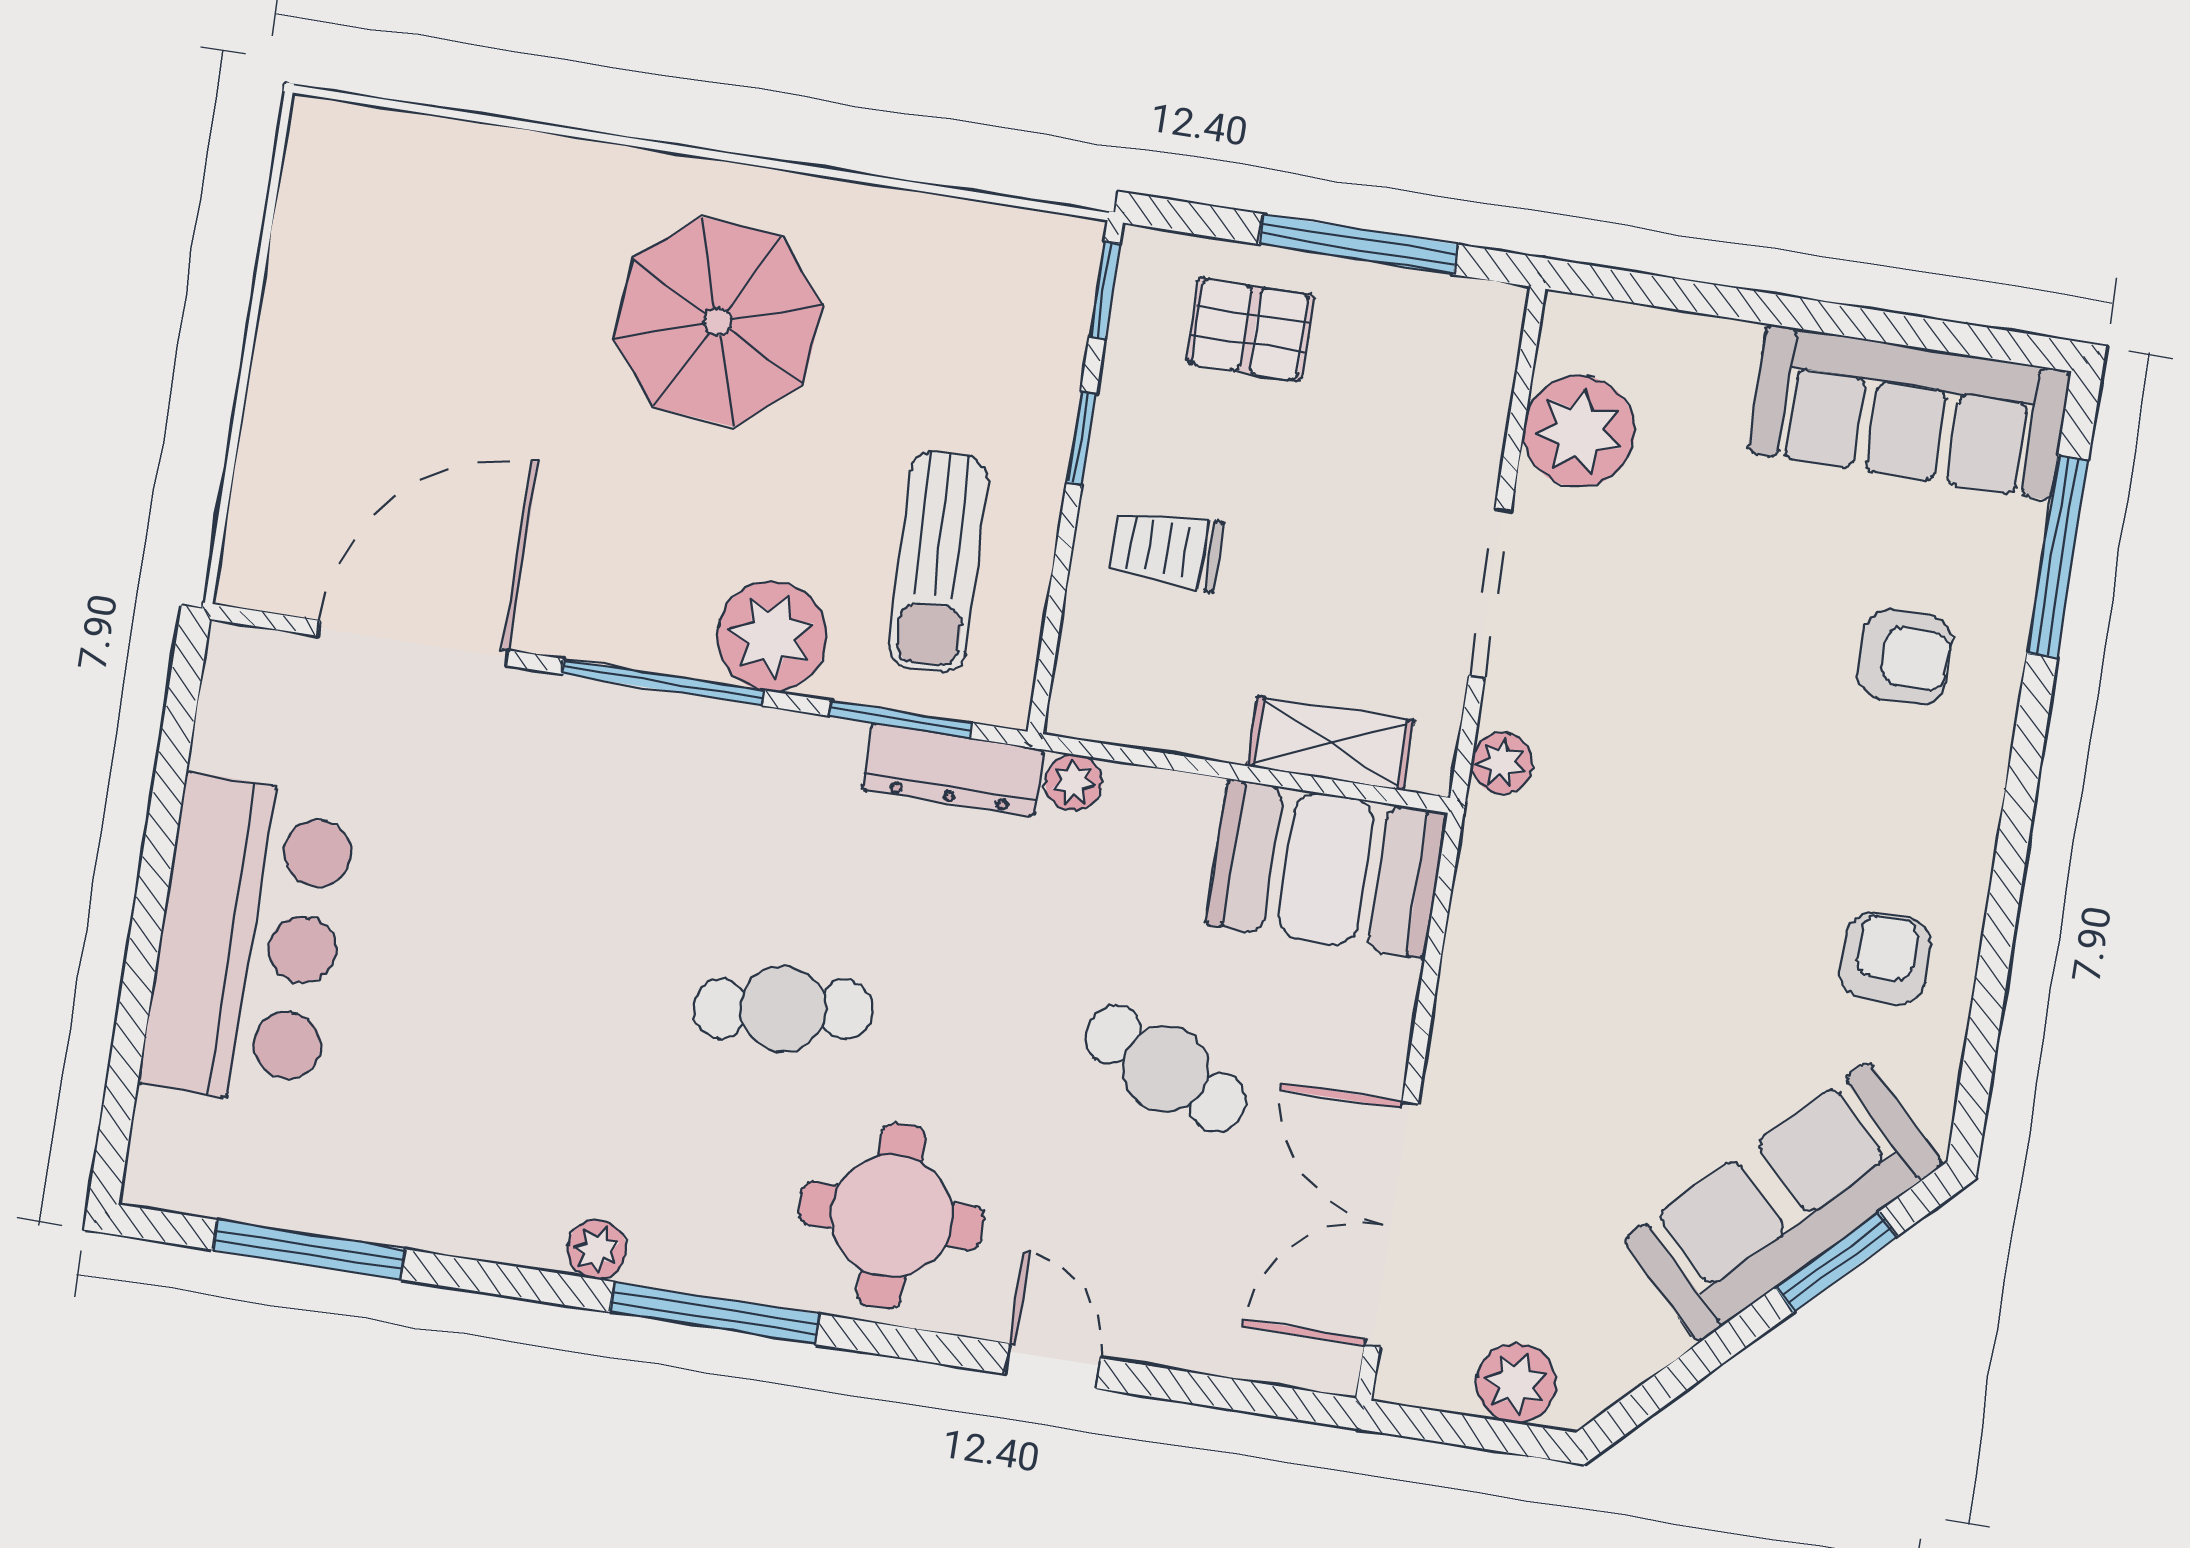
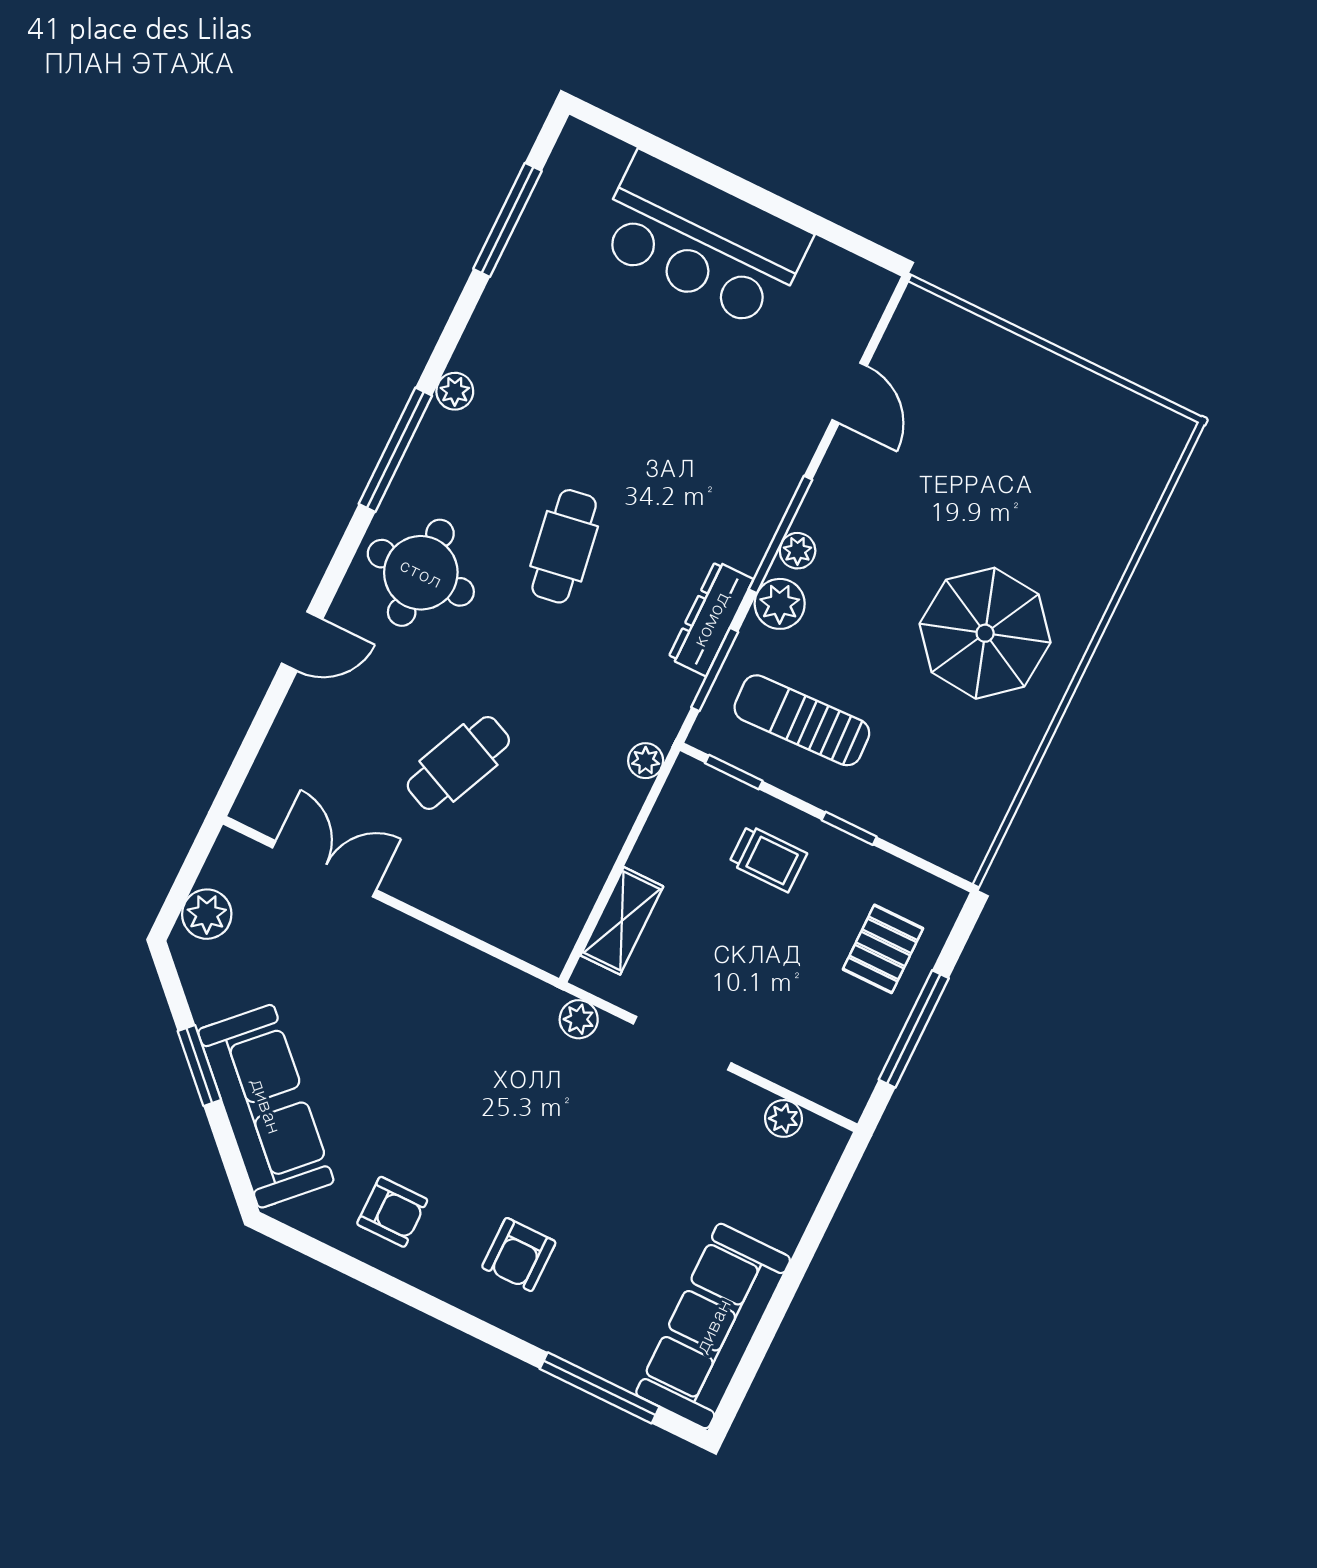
window: (1105, 290) -> (734, 772), moved
plant: (1579, 432) -> (783, 1118), width x0.53, depth x0.53
trolley: (1166, 549) -> (768, 858), turned 90
plant: (772, 636) -> (780, 604), width x0.73, depth x0.73
door: (413, 643) -> (850, 393), width x0.53
plant: (680, 648) -> (798, 551), added
armchair: (1905, 657) -> (519, 1255), moved
dresser: (953, 770) -> (711, 619), moved
booth: (1326, 869) -> (548, 895), removed
double door: (1391, 1224) -> (324, 869), width x0.73
window: (1836, 1262) -> (199, 1065), moved

